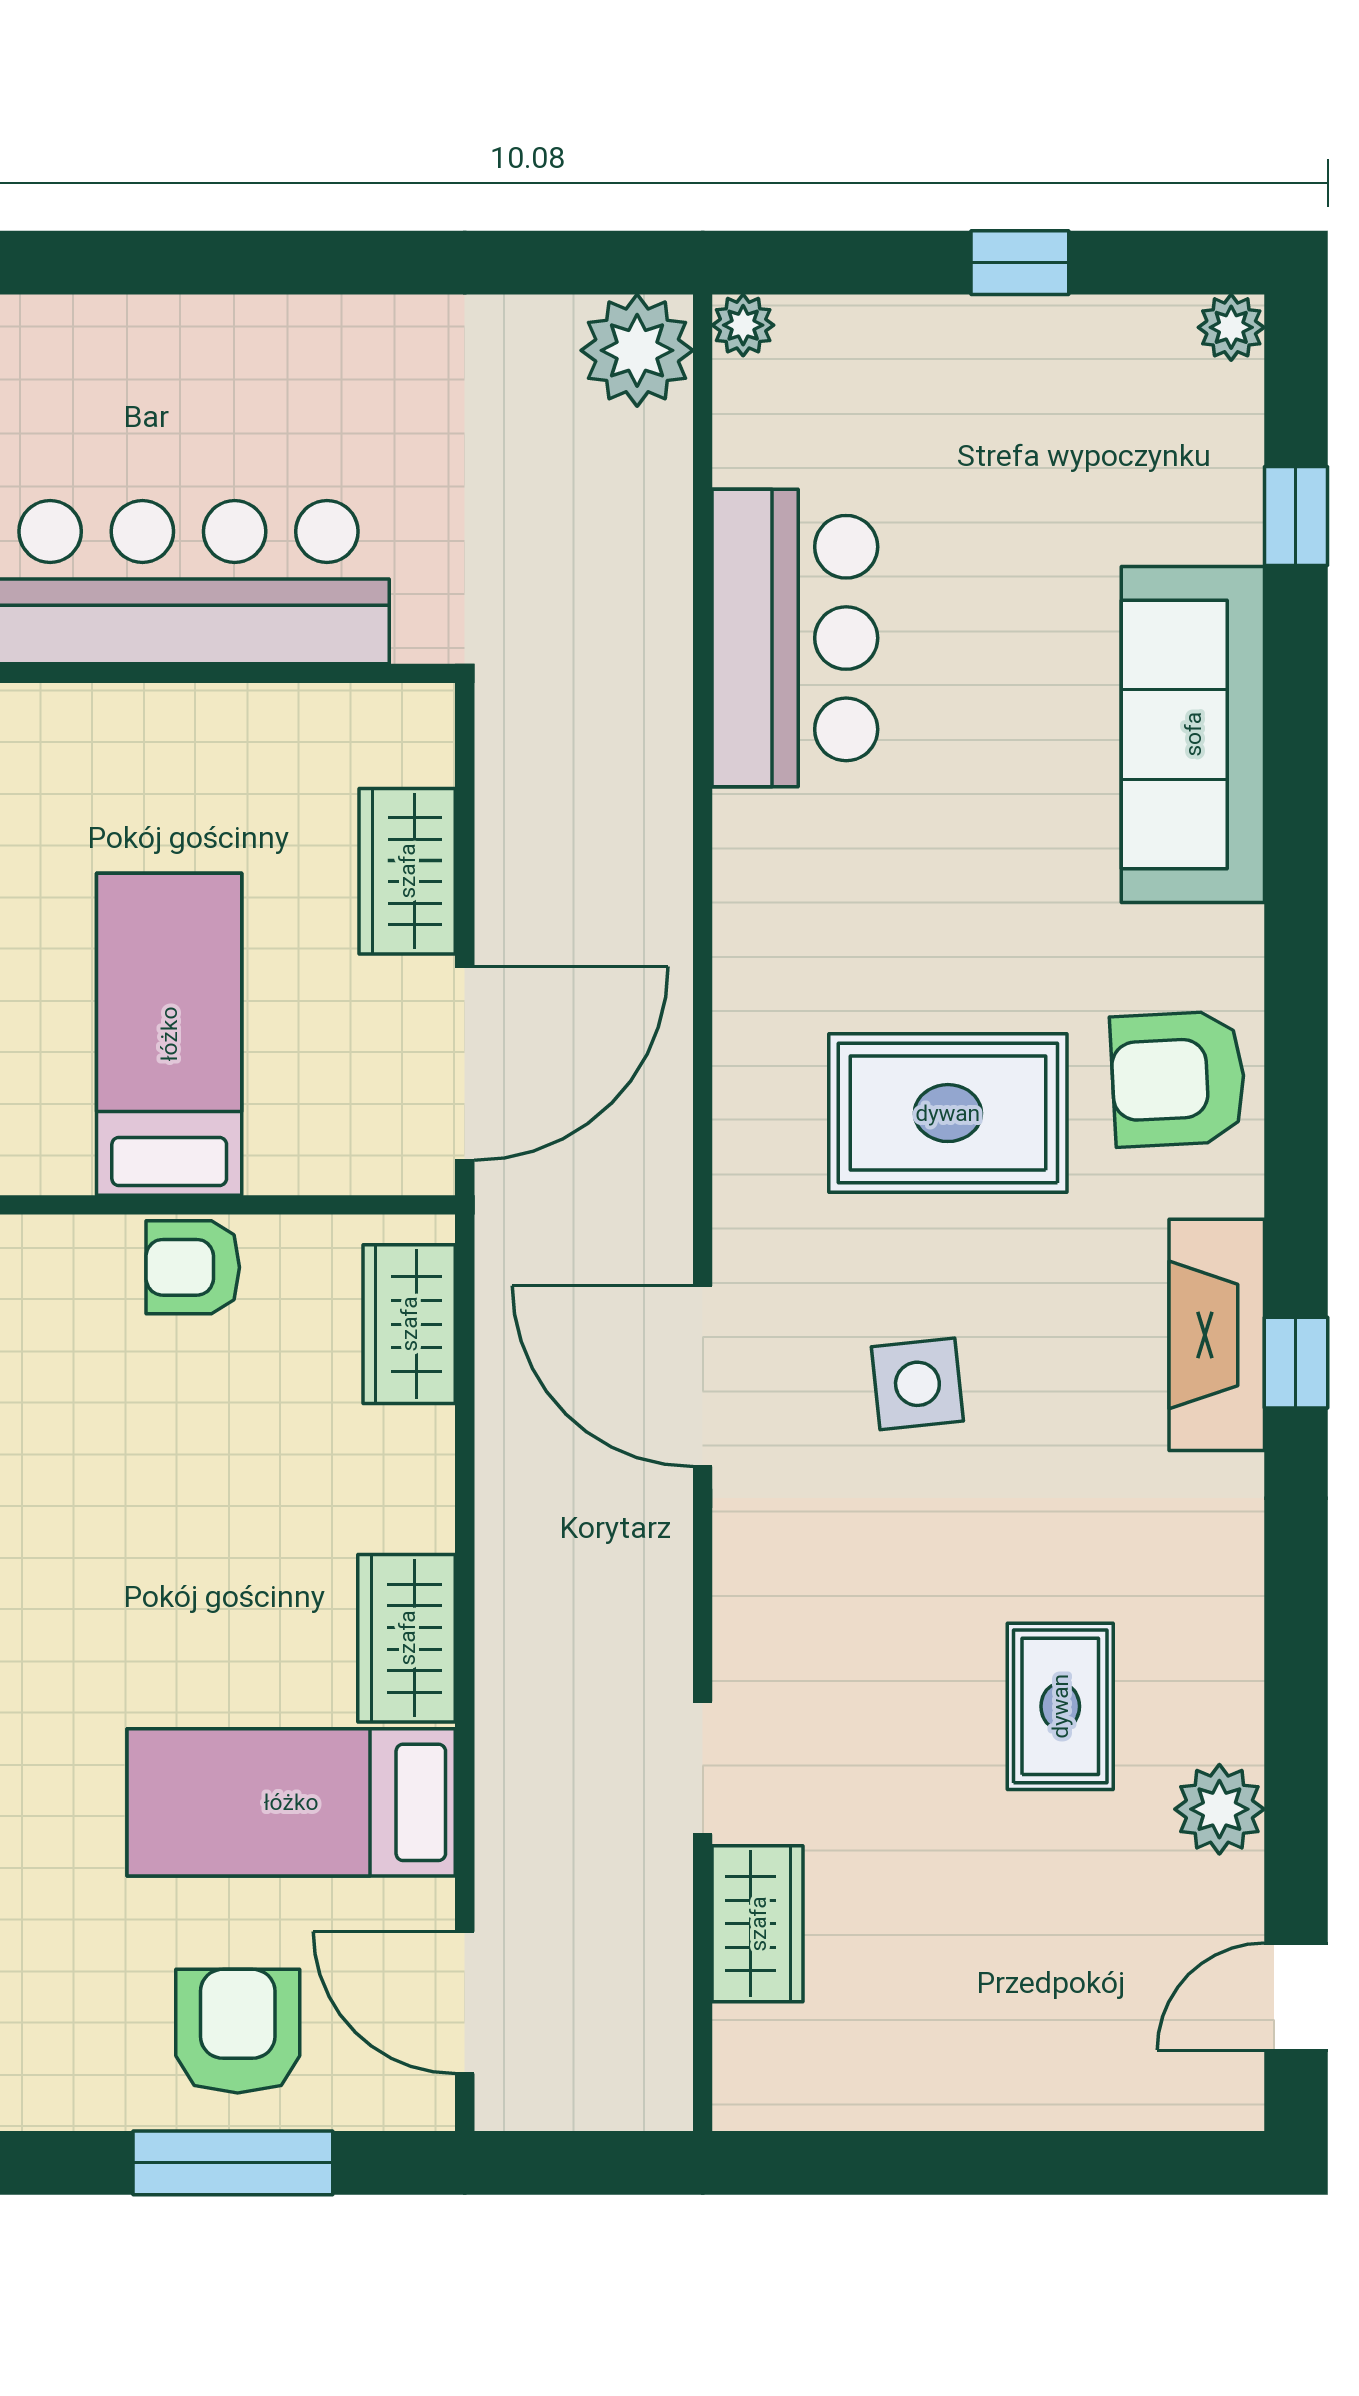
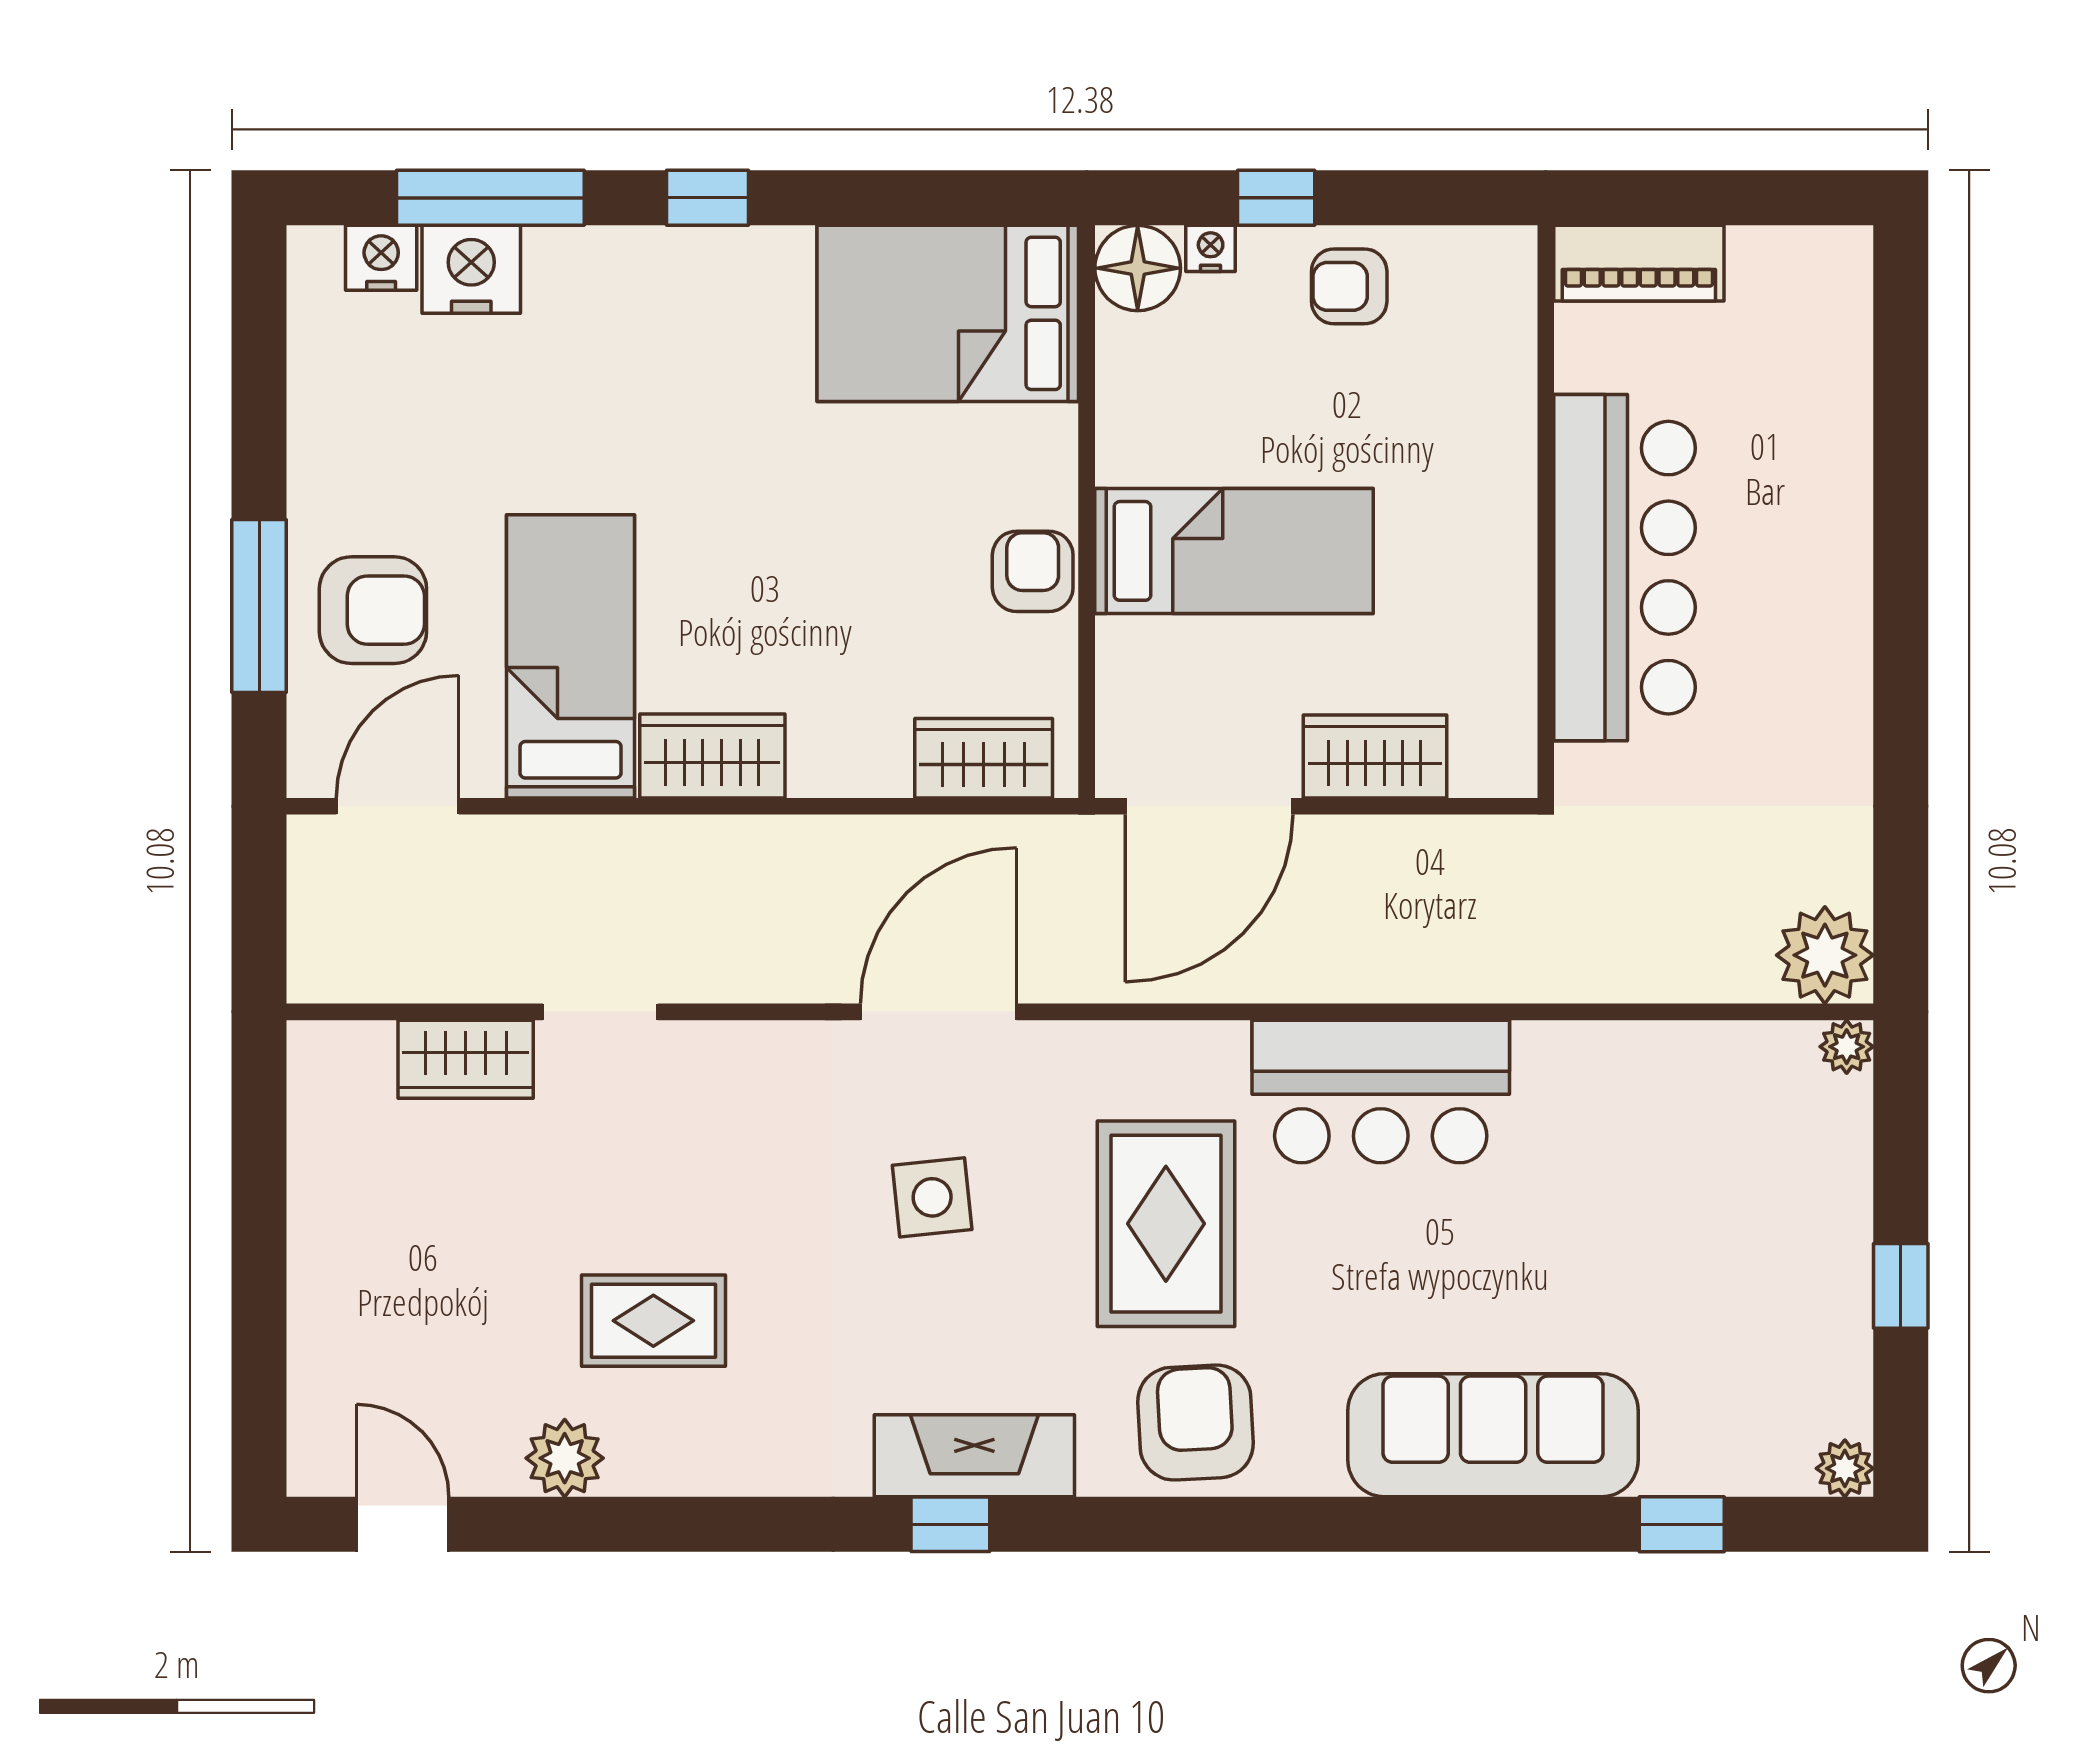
bar counter: (795, 638) -> (1381, 1091), moved
door: (465, 1063) -> (1209, 806), hinge flipped

